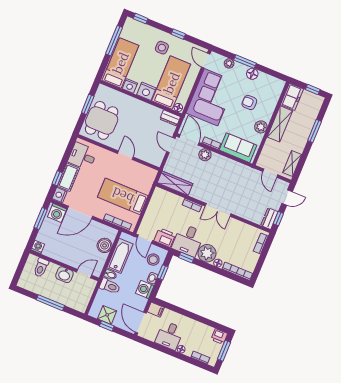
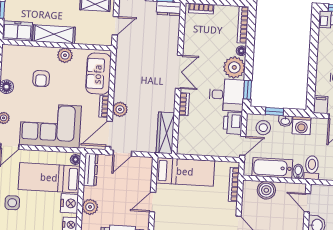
plant: (138, 106) -> (90, 207), added
dresser: (170, 118) -> (91, 170), width x1.44
bed: (123, 196) -> (185, 172), moved, turned -90

